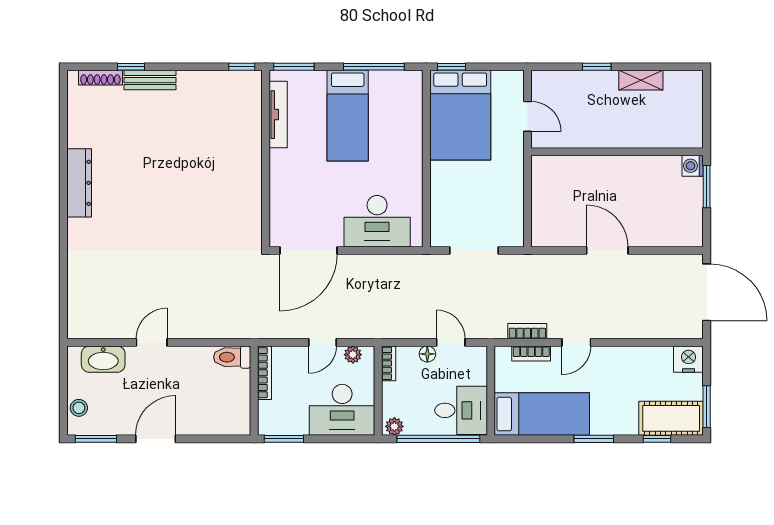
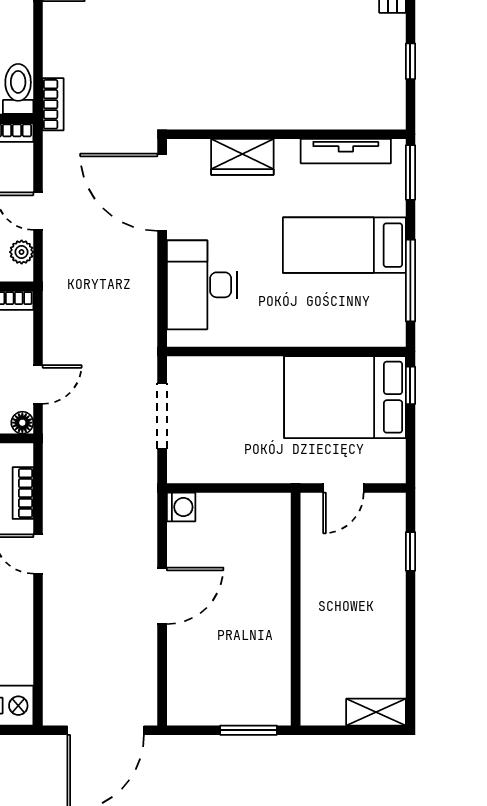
window: (242, 67) -> (410, 61), moved
window: (597, 67) -> (410, 551), moved
shelving: (641, 80) -> (376, 712), moved, turned 90
washing machine: (693, 166) -> (181, 507), moved, turned 90
wardrobe: (282, 191) -> (242, 157), added
bookcase: (527, 331) -> (53, 104), moved
floor lamp: (427, 354) -> (22, 423), moved

